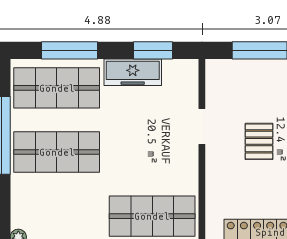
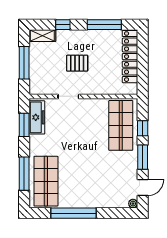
freezer: (133, 72) -> (37, 117), moved
shop shelf: (57, 152) -> (83, 181), removed

